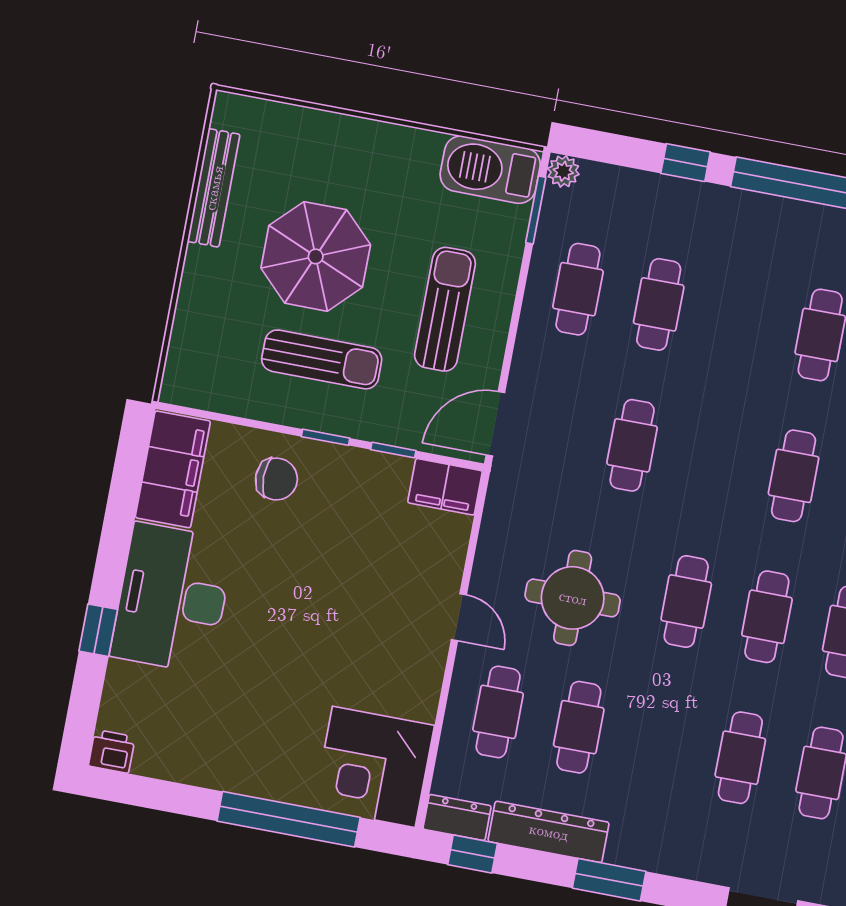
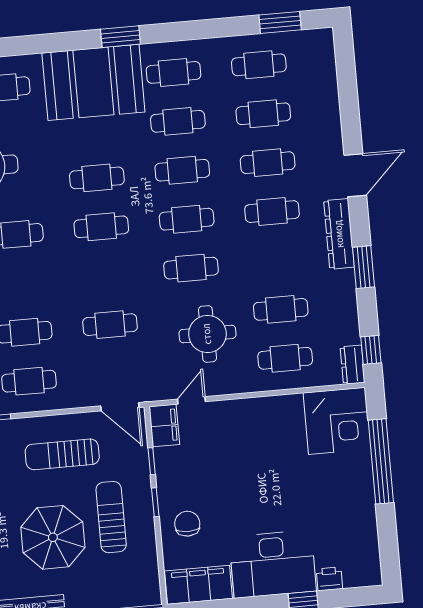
door: (459, 617) -> (191, 400), moved
printer: (112, 751) -> (329, 579), moved, turned 90
dresser: (549, 832) -> (339, 234), moved

